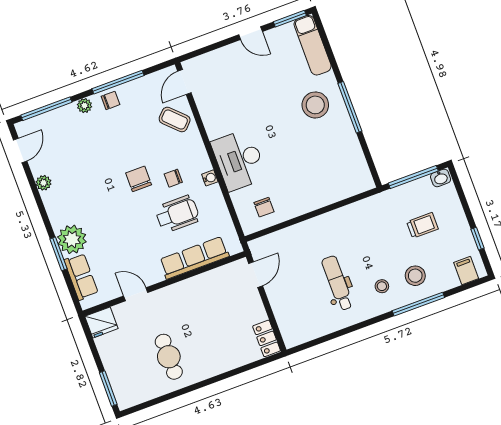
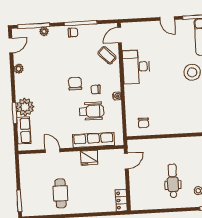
plant: (84, 106) -> (44, 31), moved
desk: (239, 160) -> (136, 67), moved
fridge: (101, 322) -> (89, 158), moved

